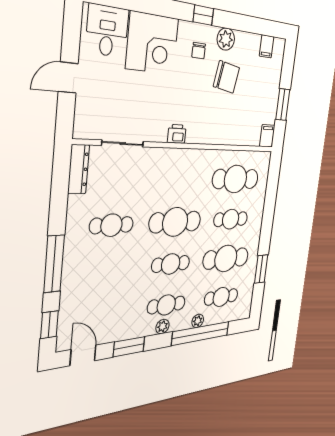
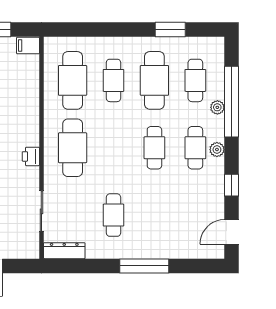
cafe table: (175, 222) -> (73, 148), moved
window: (49, 325) -> (198, 266), removed
window: (129, 347) -> (232, 185), width x0.67

